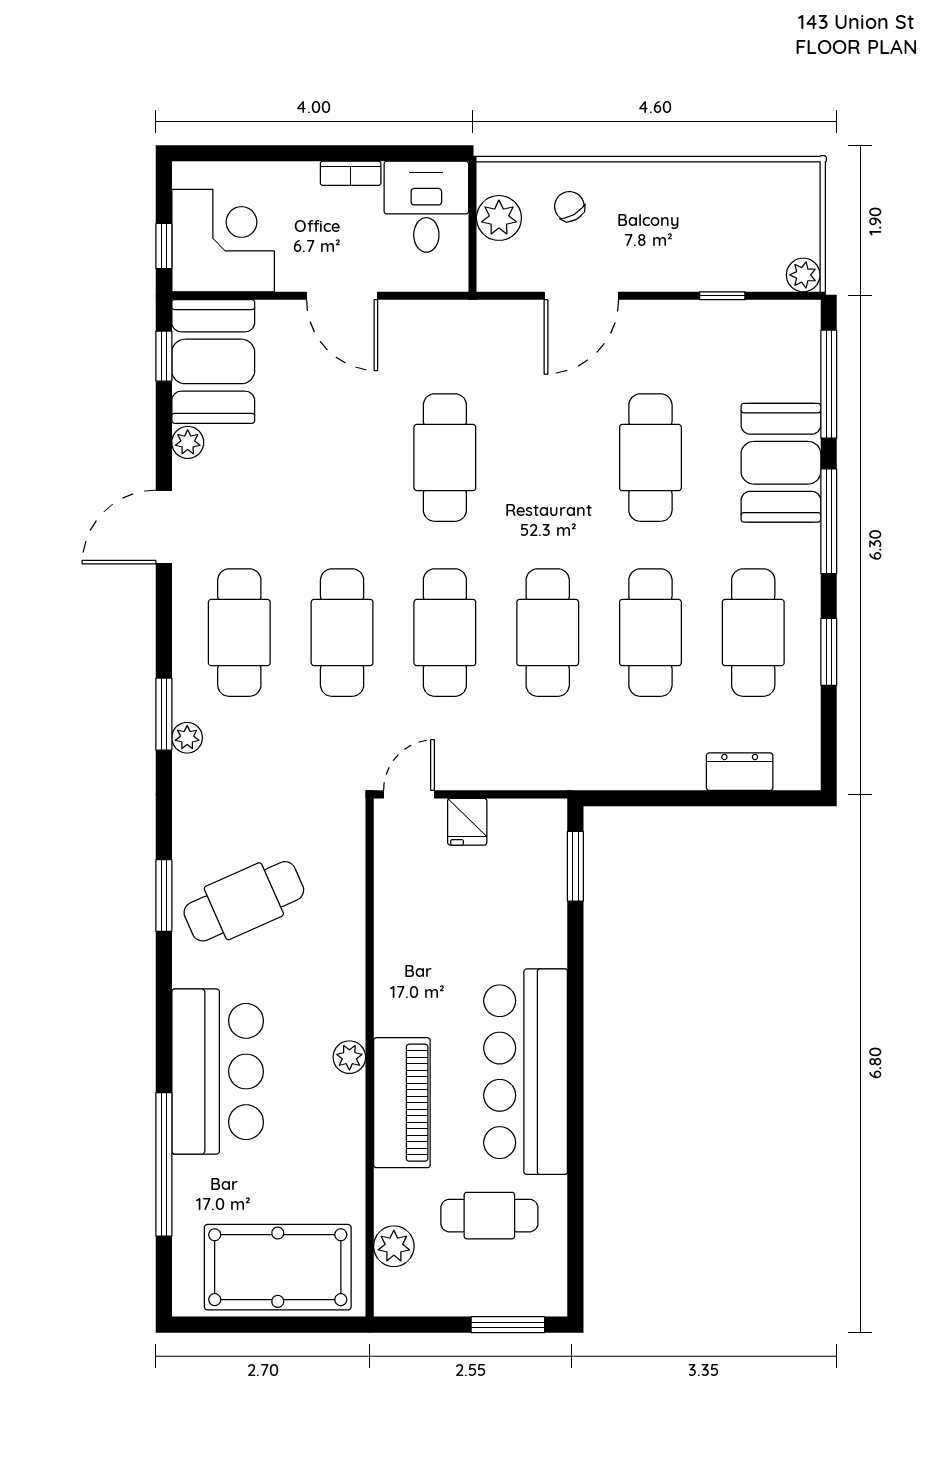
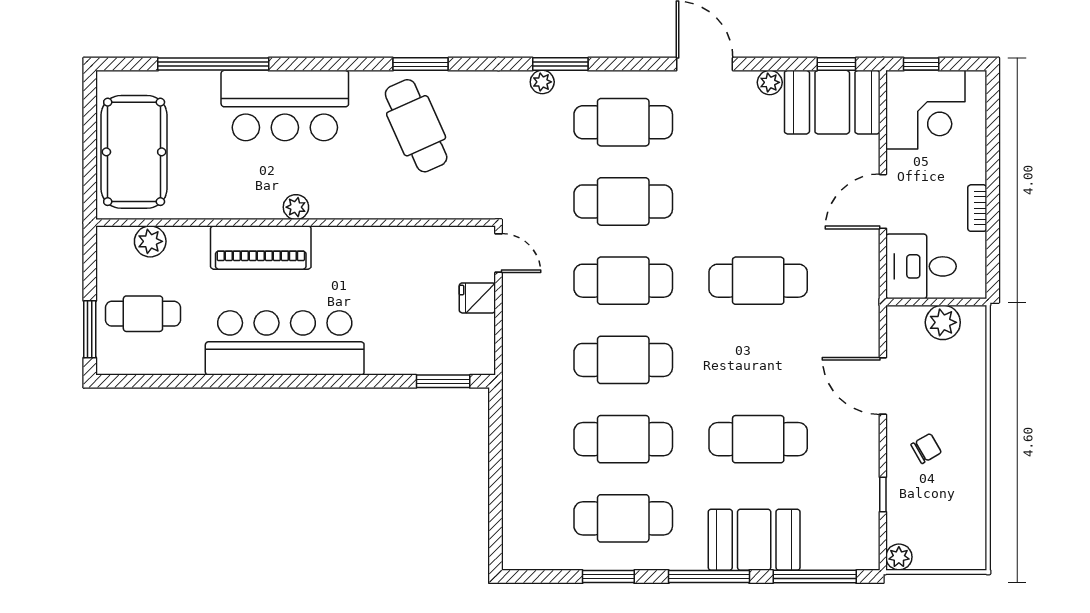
chair: (569, 206) -> (926, 448), moved
desk: (426, 207) -> (921, 266), moved, turned 180
dresser: (740, 772) -> (516, 508), removed
cafe table: (489, 1216) -> (143, 314), moved, turned 90

